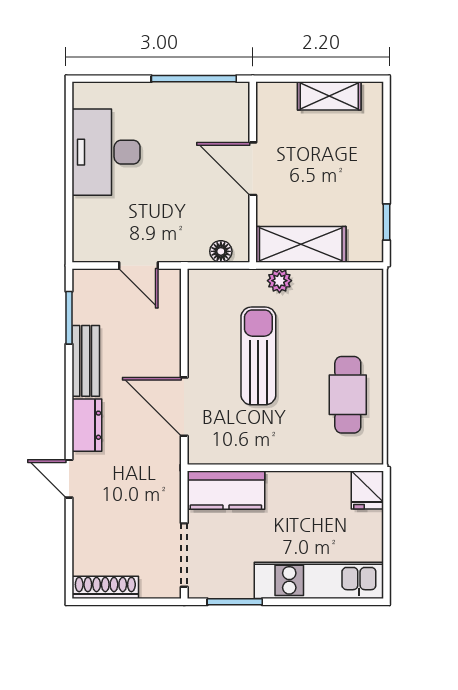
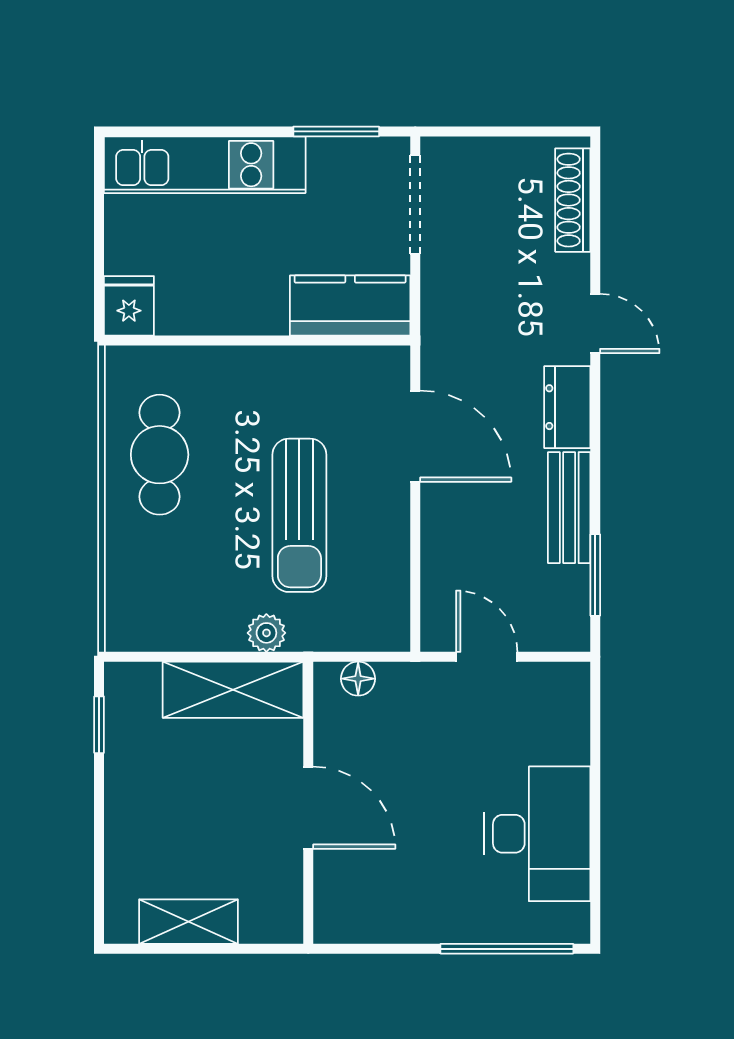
window: (194, 79) -> (507, 949), moved
shoe rack: (105, 587) -> (573, 200), moved, turned 90

